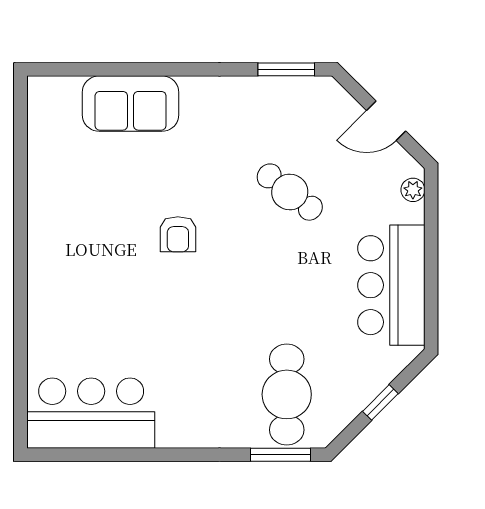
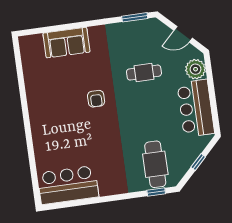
plant: (413, 190) -> (196, 69), width x1.88, depth x1.88
cafe table: (290, 192) -> (144, 73), turned -38
window: (280, 455) -> (156, 192), width x0.67

